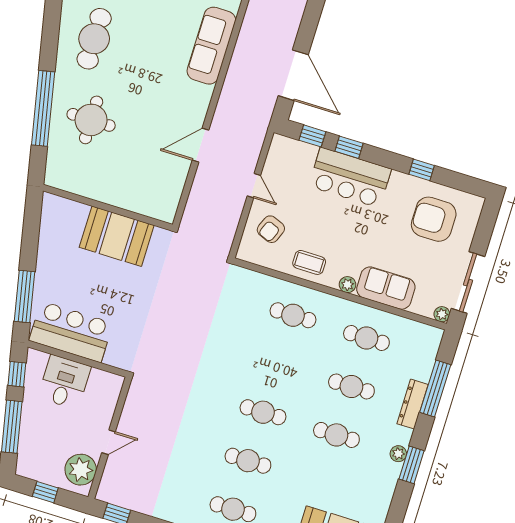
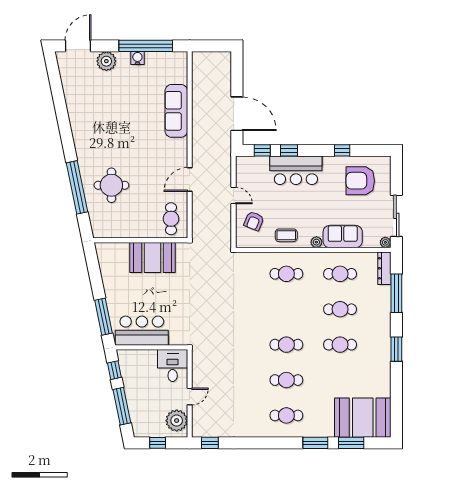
cafe table: (94, 39) -> (171, 219), moved, width x0.73, depth x0.74
desk: (64, 382) -> (173, 366), moved
dresser: (413, 404) -> (384, 268), moved
plant: (398, 454) -> (385, 344), removed

